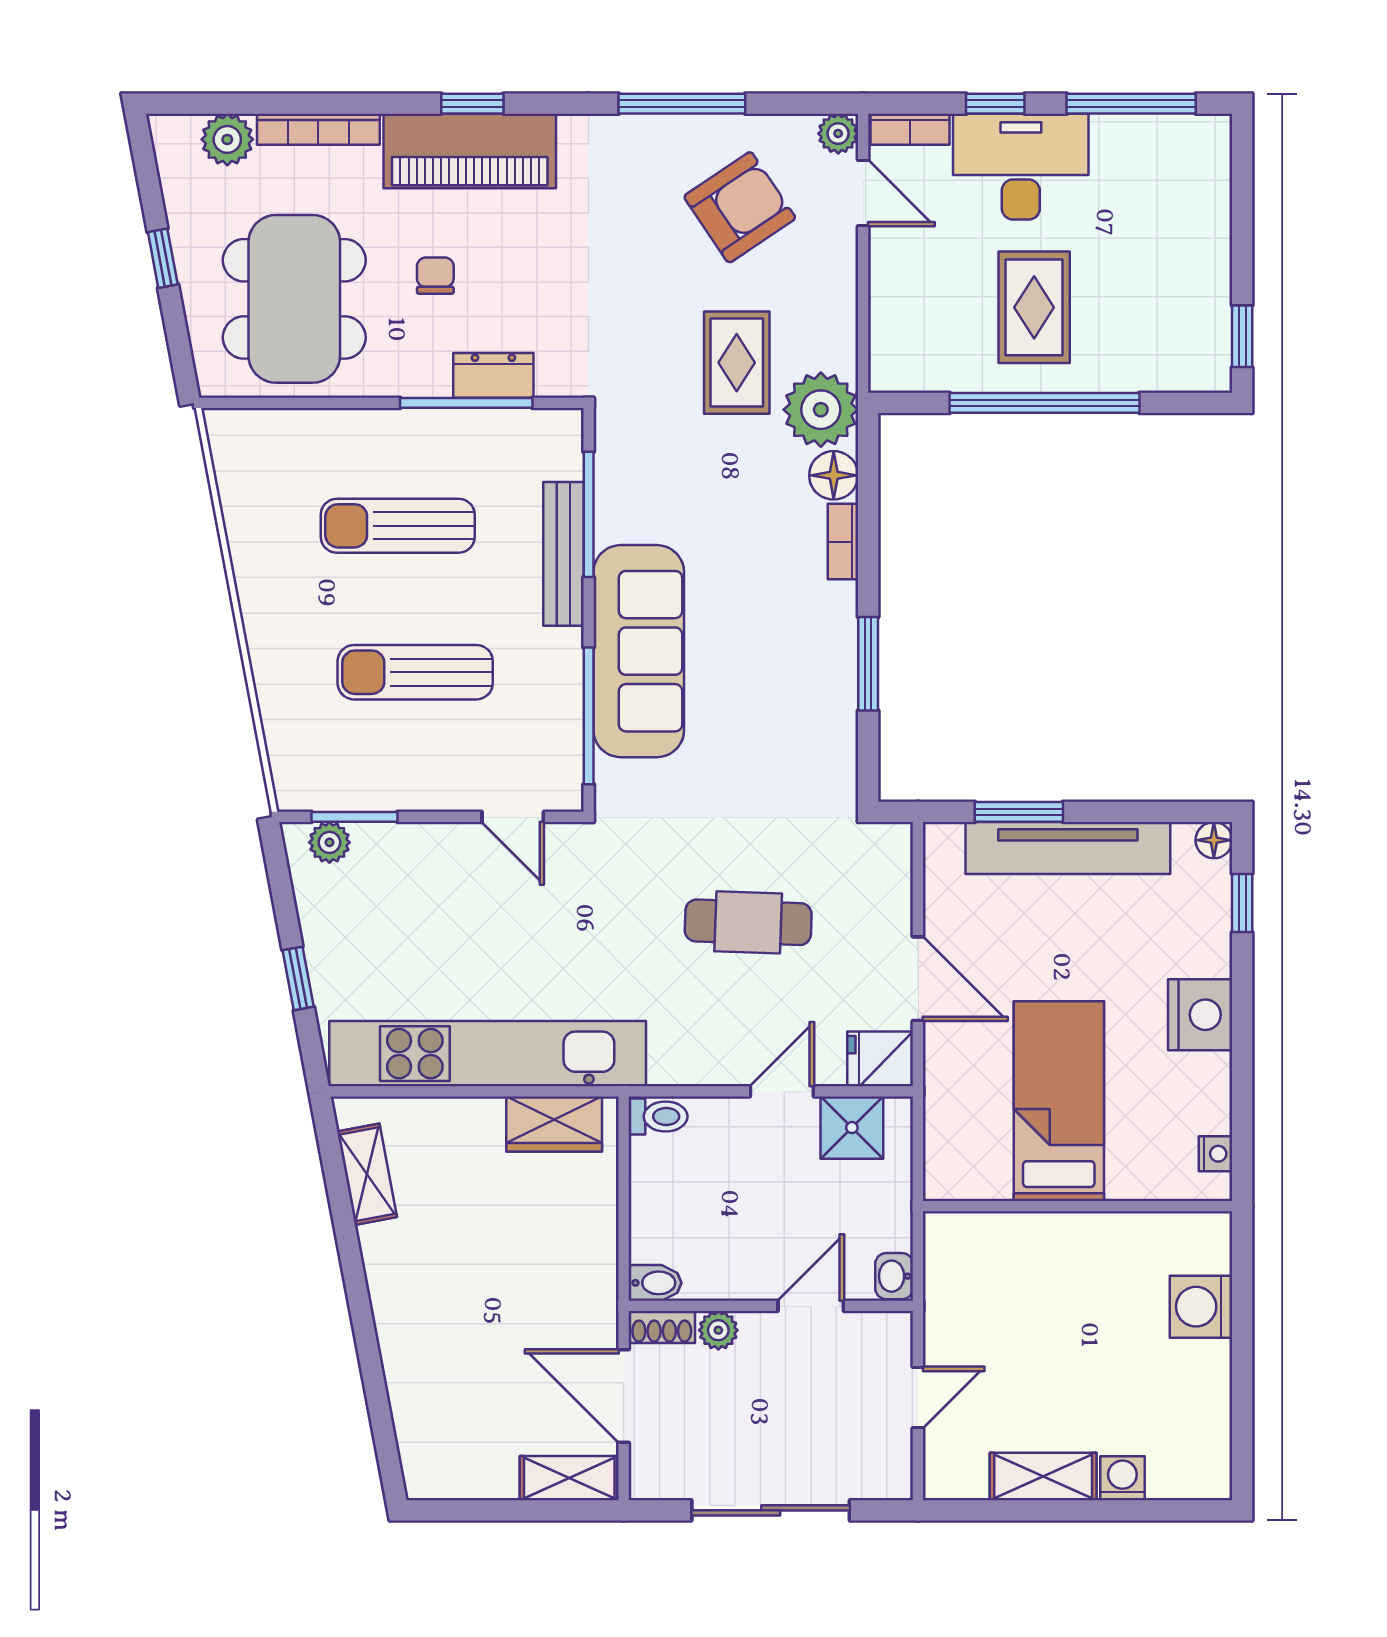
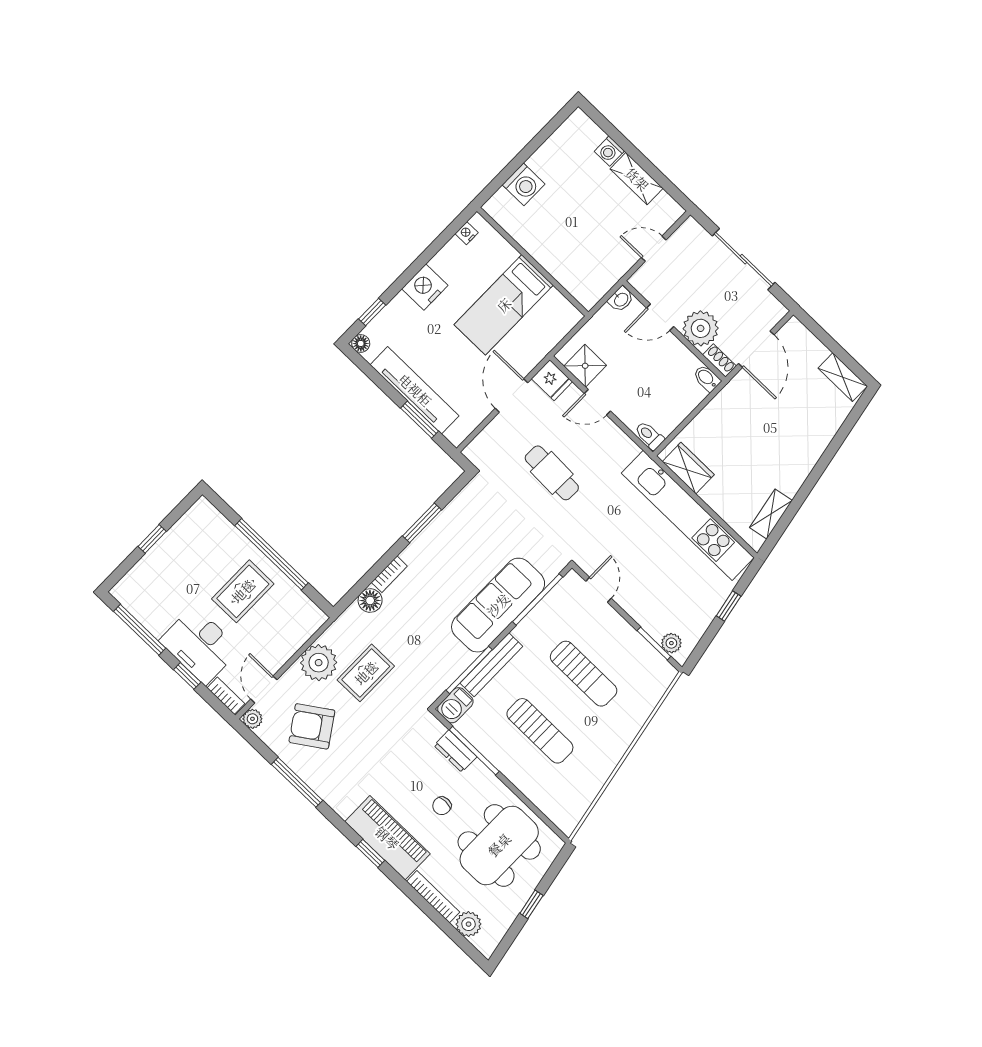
window: (1242, 336) -> (152, 539), moved
plant: (821, 410) -> (319, 663), moved
barbecue: (559, 443) -> (455, 705), added
plant: (718, 1330) -> (701, 328), width x1.87, depth x1.87
shelving: (569, 1478) -> (843, 377), moved

